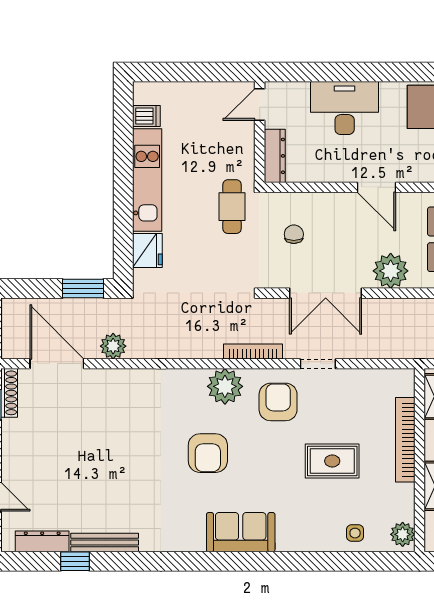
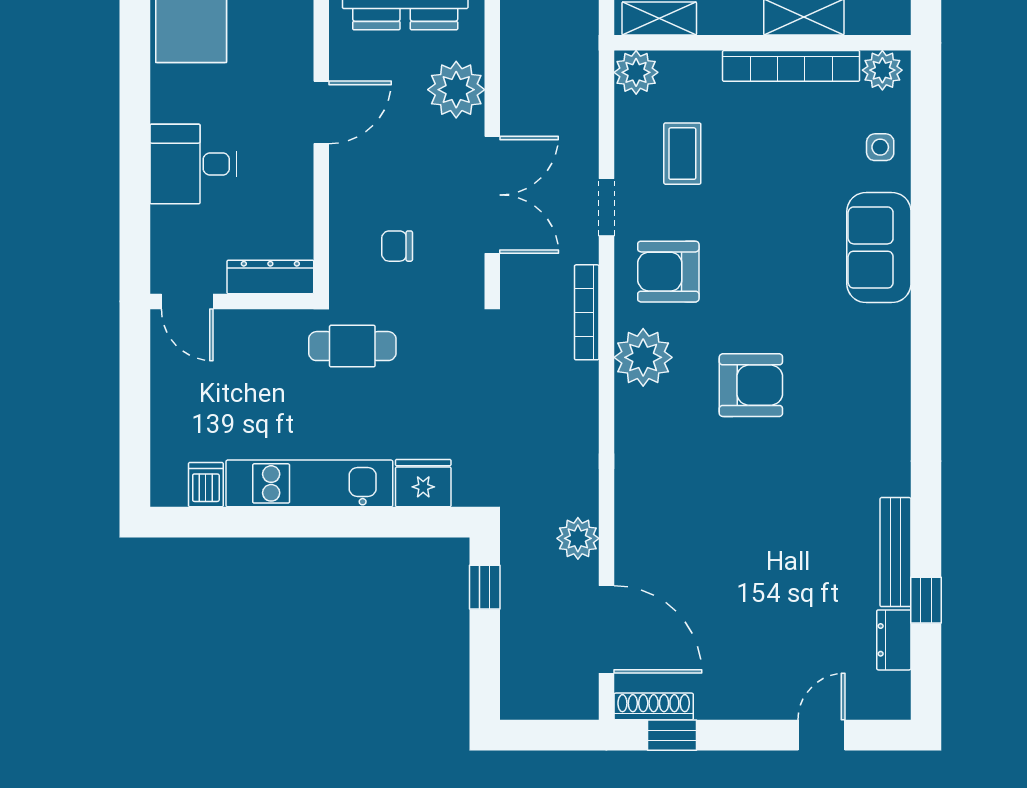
desk: (345, 108) -> (193, 164), width x0.73
window: (83, 288) -> (485, 587), width x0.67
door: (57, 364) -> (606, 629), swing flipped
plant: (401, 382) -> (636, 72), added
coffee table: (351, 411) -> (682, 154), added
bookcase: (405, 440) -> (791, 66), moved
rug: (332, 461) -> (764, 184), removed
sofa: (241, 532) -> (879, 248), moved
dresser: (42, 541) -> (894, 640), width x0.70

